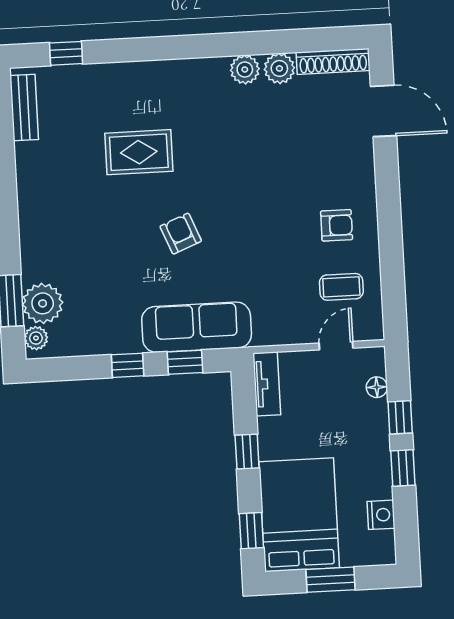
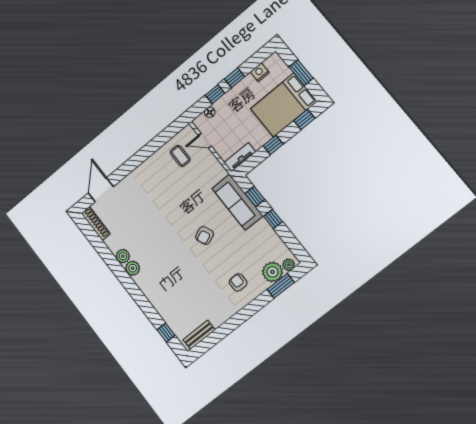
plant: (279, 68) -> (133, 268), moved
rug: (139, 152) -> (184, 276), removed
armchair: (337, 225) -> (238, 282), moved

